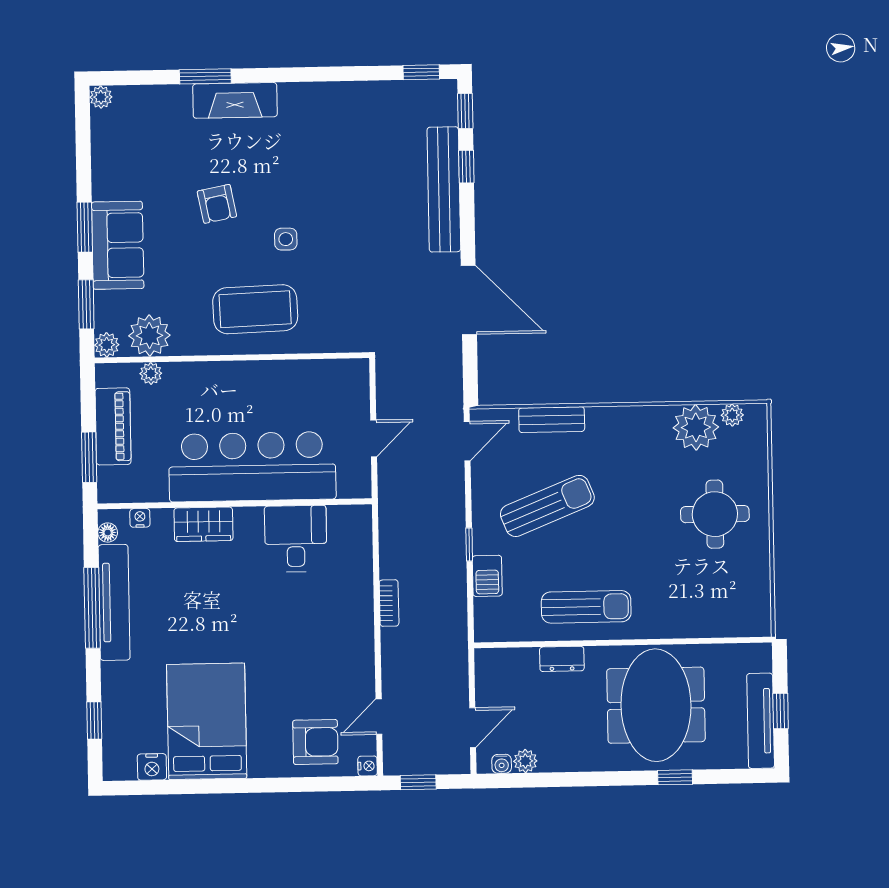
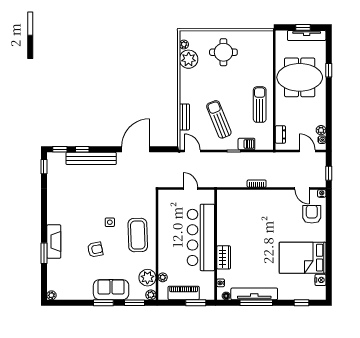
desk: (296, 539) -> (230, 221), removed
dresser: (562, 659) -> (280, 134), moved

